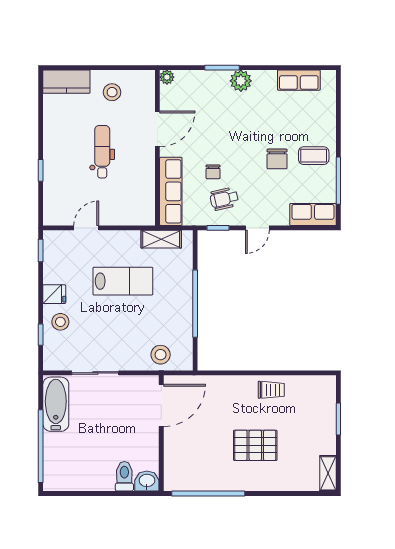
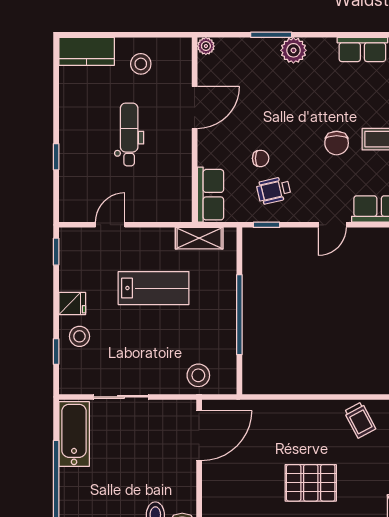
chair: (213, 172) -> (261, 158), turned -90
row of seats: (171, 191) -> (210, 195), width x0.68
door: (257, 228) -> (332, 225), moved
trolley: (271, 390) -> (360, 420), moved, turned 62

